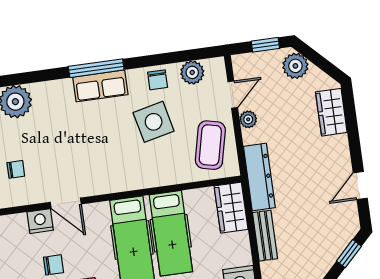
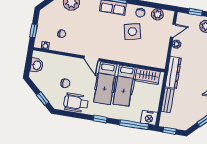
coffee table: (210, 145) -> (155, 51), removed
door: (66, 203) -> (91, 58), moved
wardrobe: (231, 208) -> (147, 76), moved, turned -90
nightstand: (40, 221) -> (66, 61), removed

